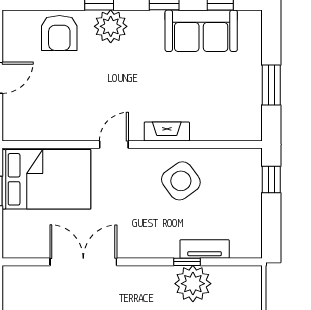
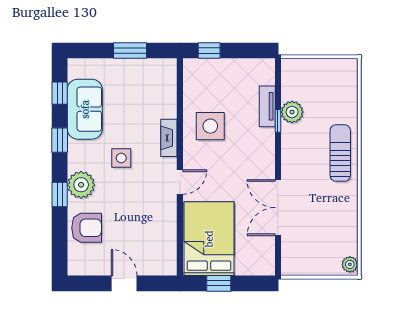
side table: (143, 74) -> (121, 158), added
door: (114, 144) -> (180, 182), swing flipped
side table: (181, 181) -> (210, 126), turned 36
plant: (193, 284) -> (292, 112), width x0.73, depth x0.73

